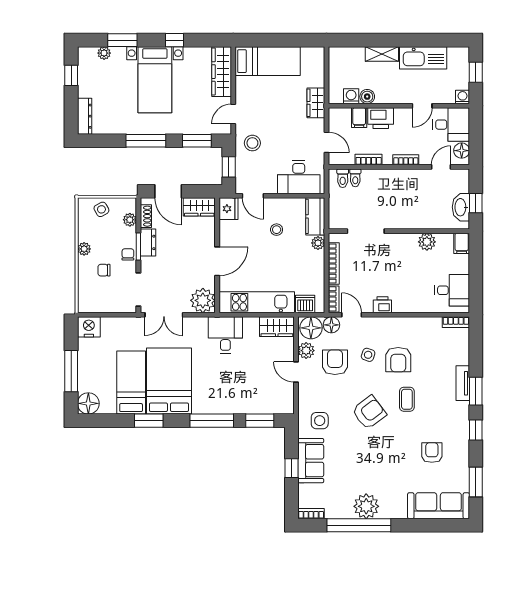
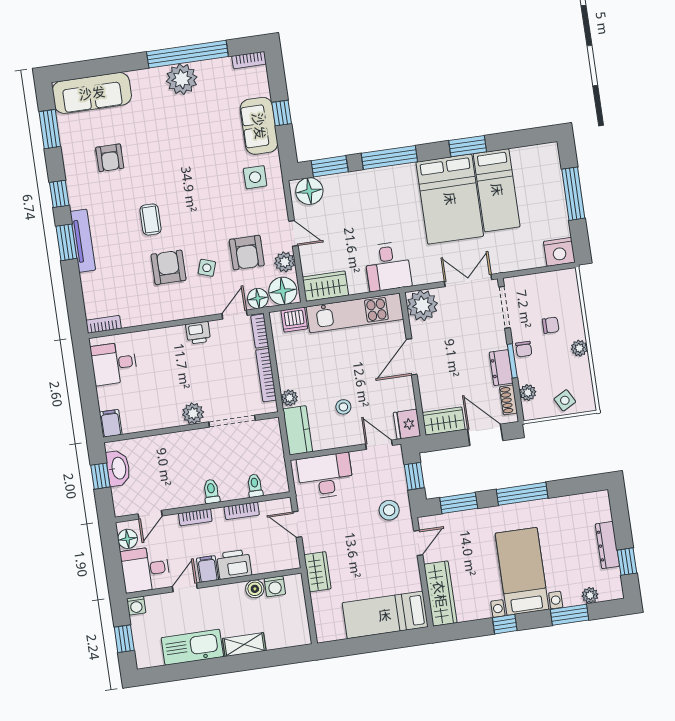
dresser: (85, 116) -> (607, 545), moved
filing cabinet: (359, 118) -> (208, 569), moved
toilet: (343, 178) -> (211, 491), moved
plant: (427, 242) -> (193, 413), moved
door: (352, 315) -> (235, 315), swing flipped
tv unit: (463, 383) -> (83, 241), width x1.41
floor lamp: (88, 403) -> (309, 191), moved
armchair: (369, 412) -> (195, 196), removed

